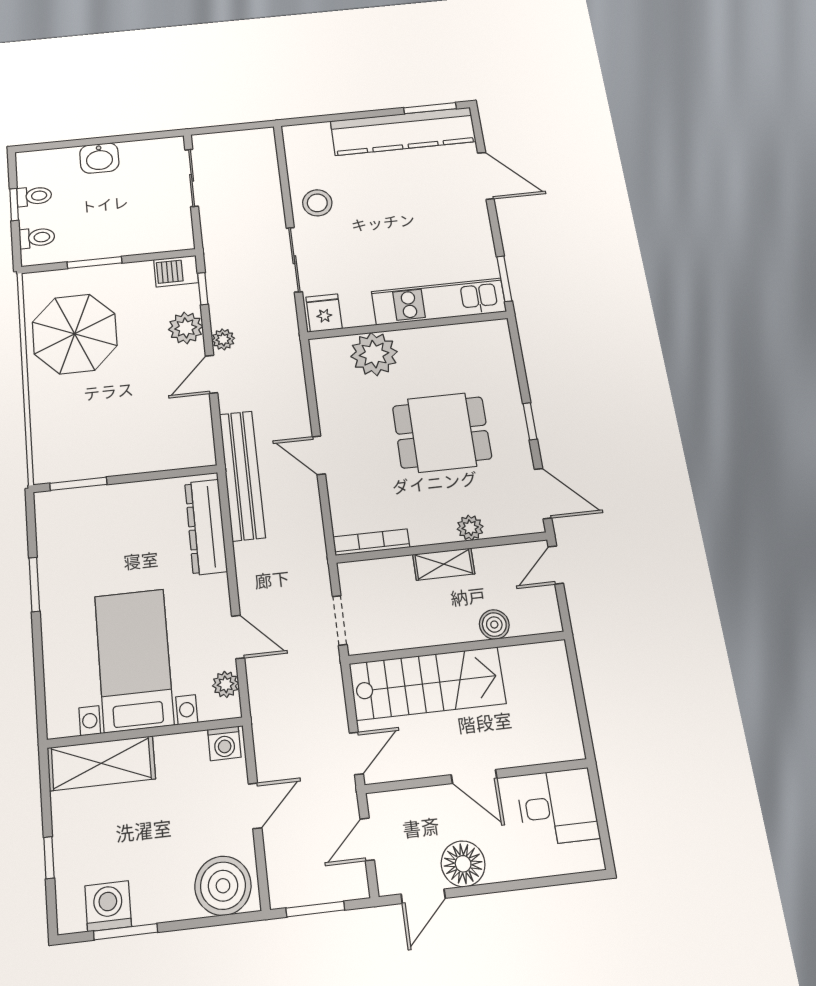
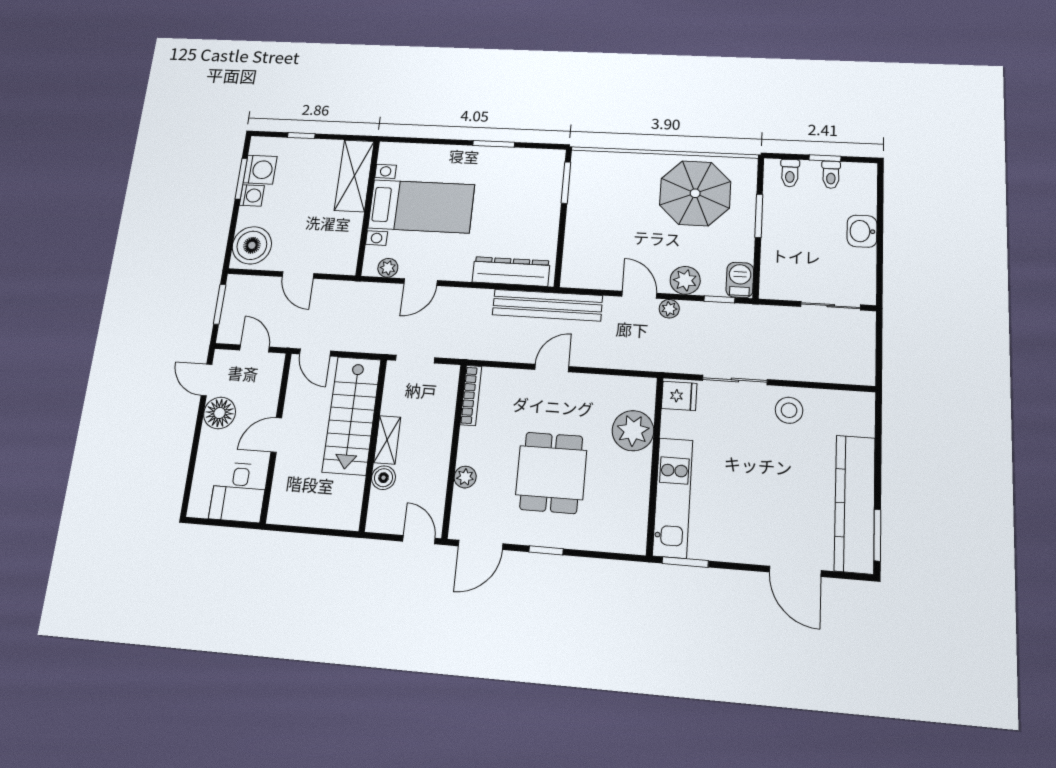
door: (486, 176) -> (795, 571), hinge flipped
shelving: (444, 564) -> (387, 440), moved
washing machine: (224, 743) -> (252, 195), moved, turned 180

